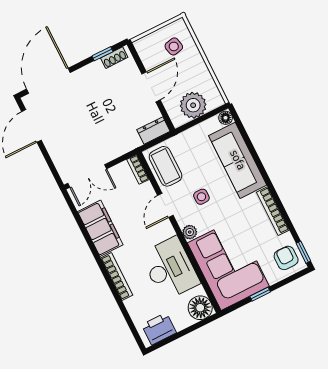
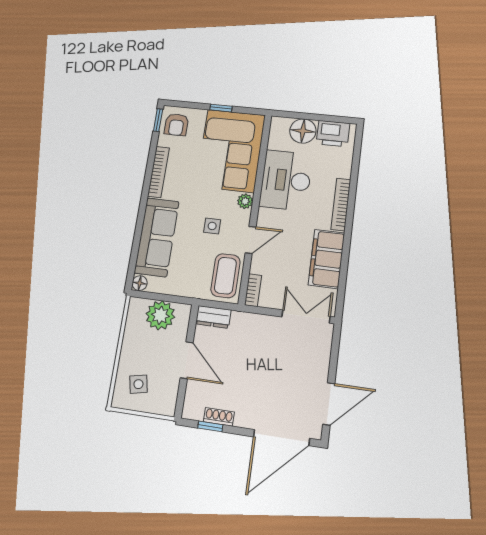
shoe rack: (114, 58) -> (219, 417), moved
door: (151, 87) -> (187, 360), swing flipped
floor lamp: (200, 308) -> (303, 131), moved

